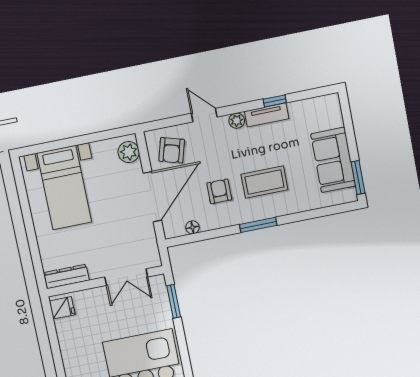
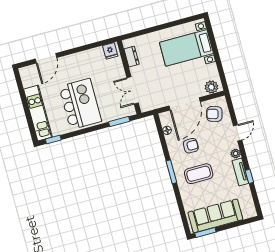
sofa: (333, 160) -> (215, 216), width x1.36
coffee table: (264, 182) -> (199, 174), turned 90
door: (152, 197) -> (185, 104), hinge flipped
dresser: (67, 276) -> (132, 57), width x0.70

